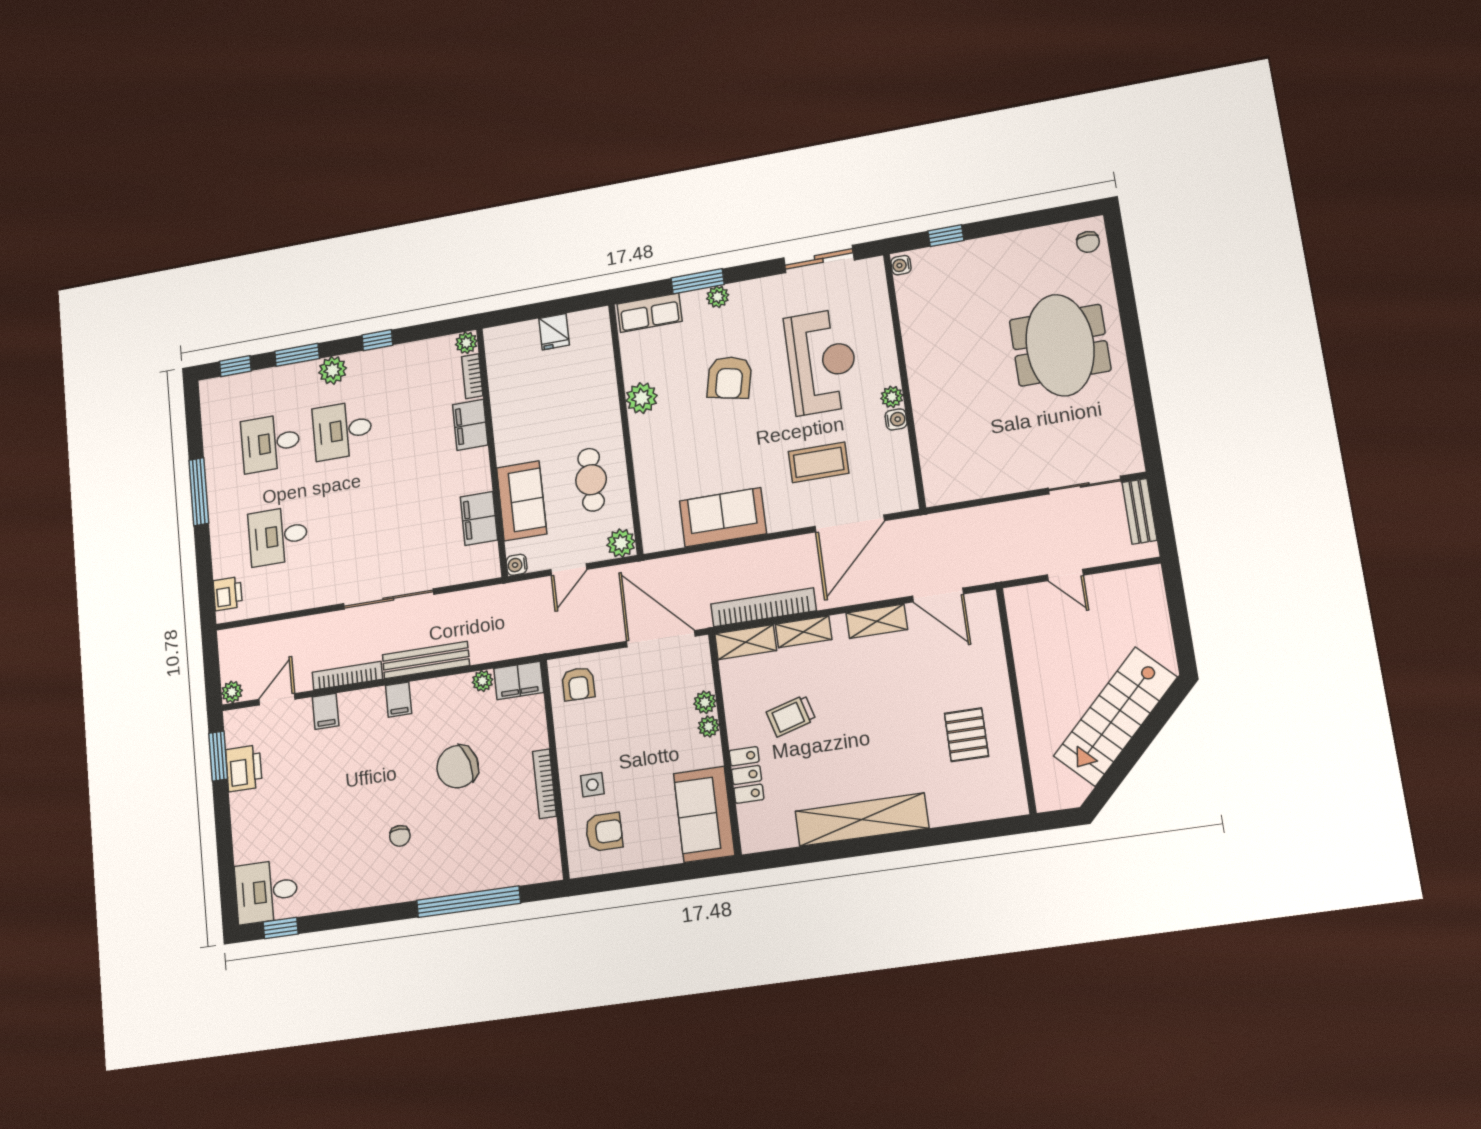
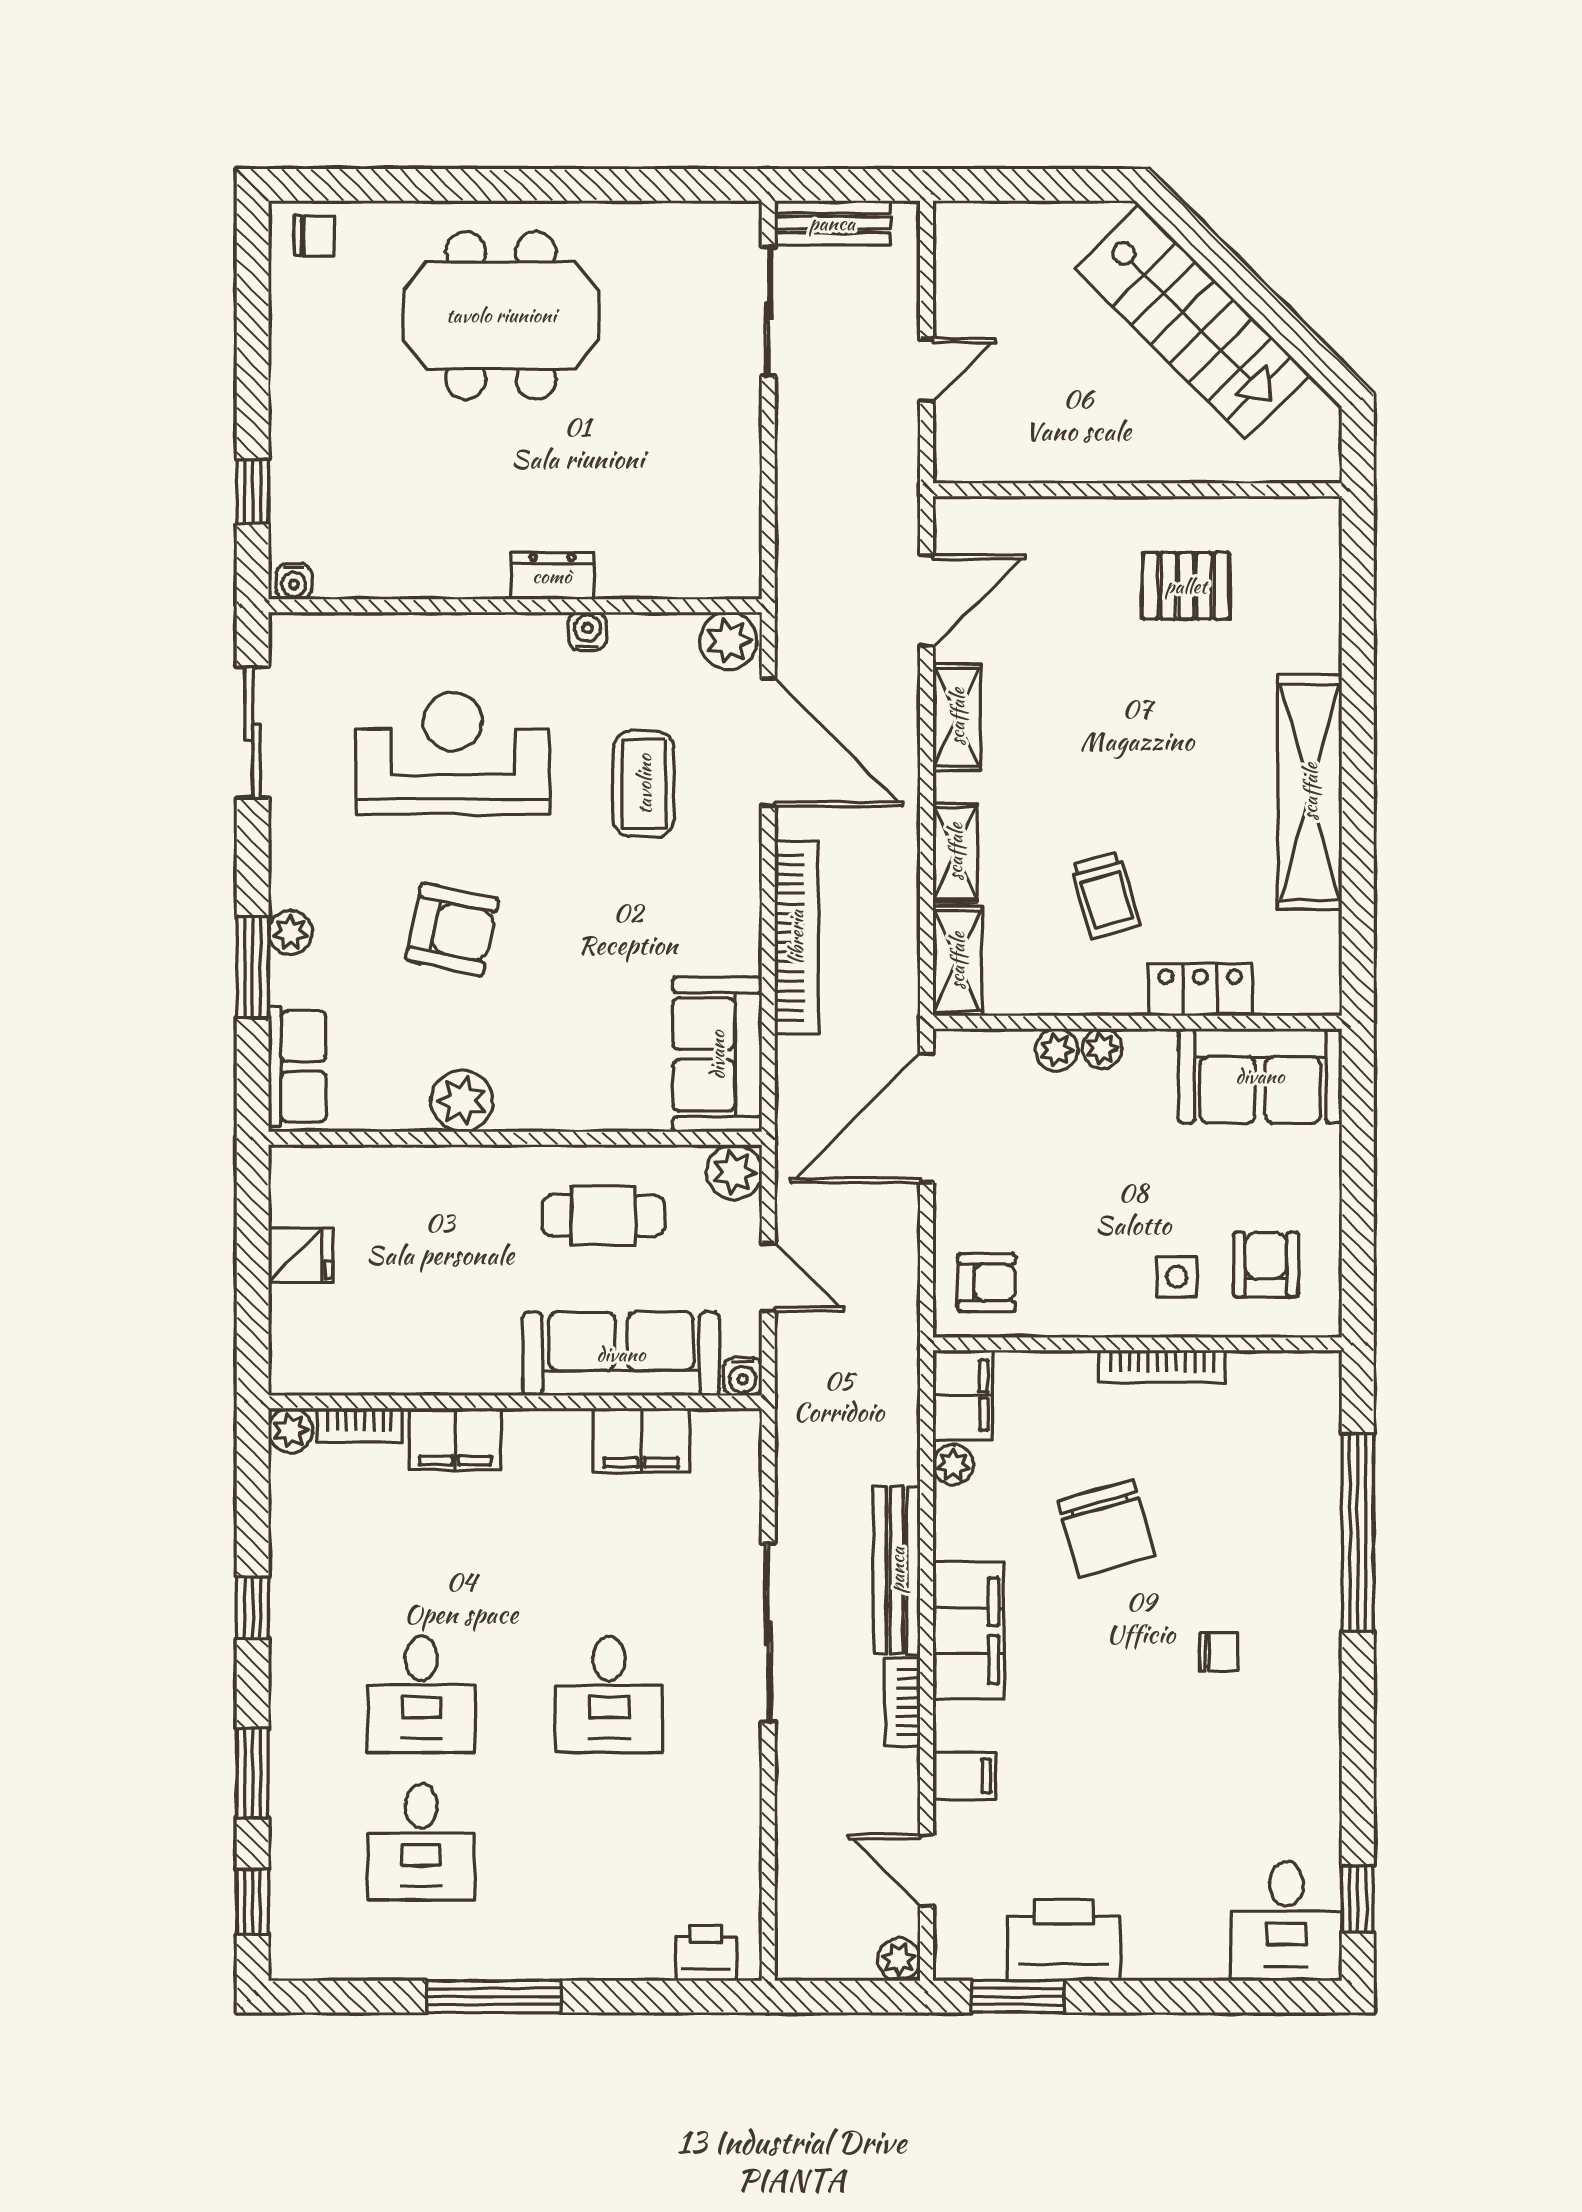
plant: (333, 370) -> (297, 1704), removed
dresser: (923, 396) -> (552, 576), added
plant: (892, 397) -> (729, 641), moved, width x1.38, depth x1.38
sofa: (522, 501) -> (621, 1354), width x1.36
sofa: (723, 517) -> (717, 1055), moved
desk: (278, 536) -> (609, 1694), moved
bookcase: (763, 607) -> (796, 937), moved, turned 180
bookcase: (347, 676) -> (903, 1702), width x0.64
filing cabinet: (399, 700) -> (969, 1631), width x3.00, depth x1.17
printer: (244, 768) -> (1064, 1940), width x1.37, depth x1.19

